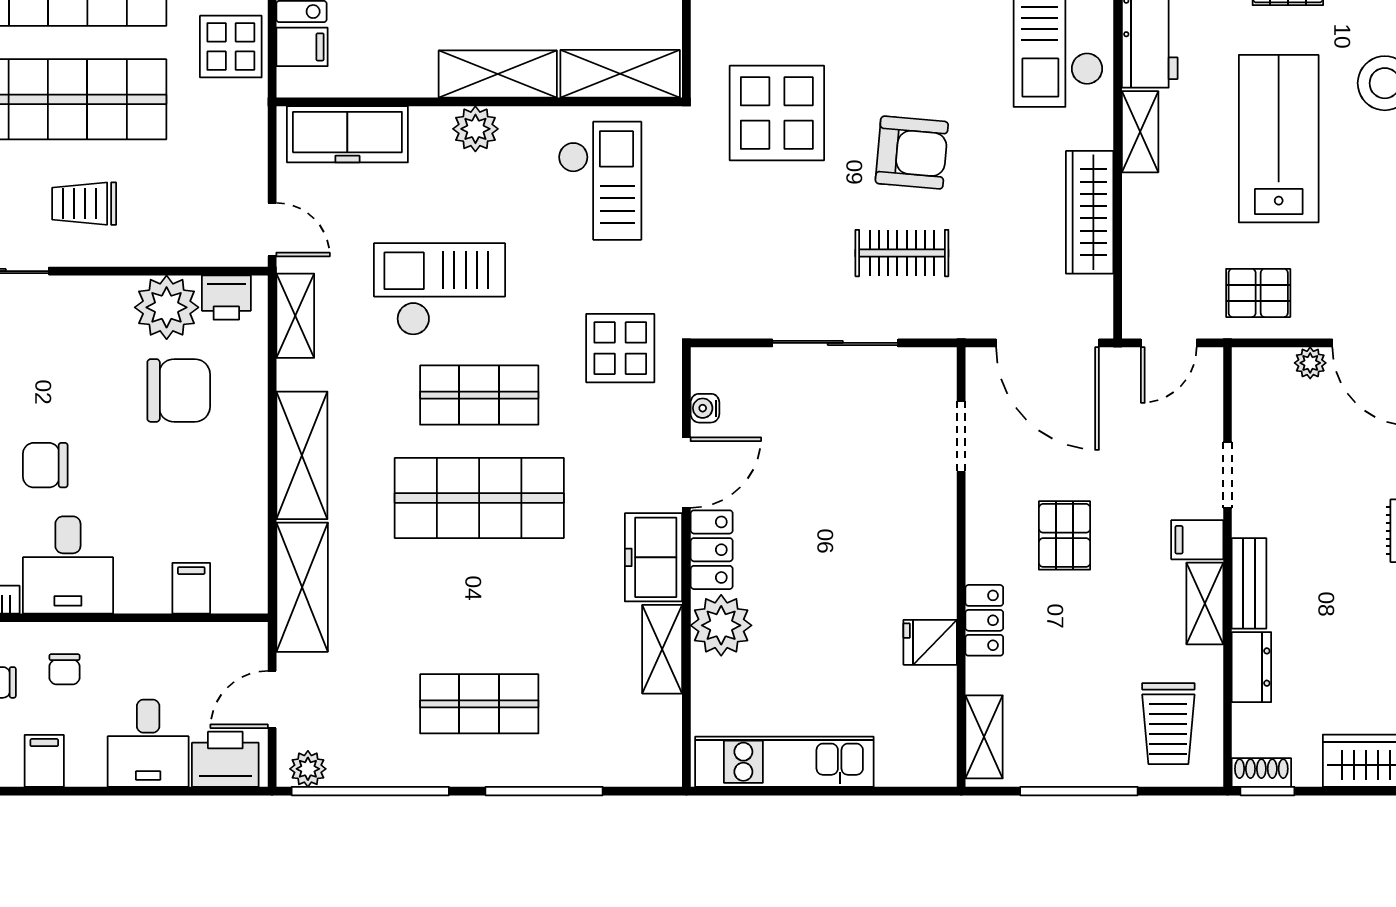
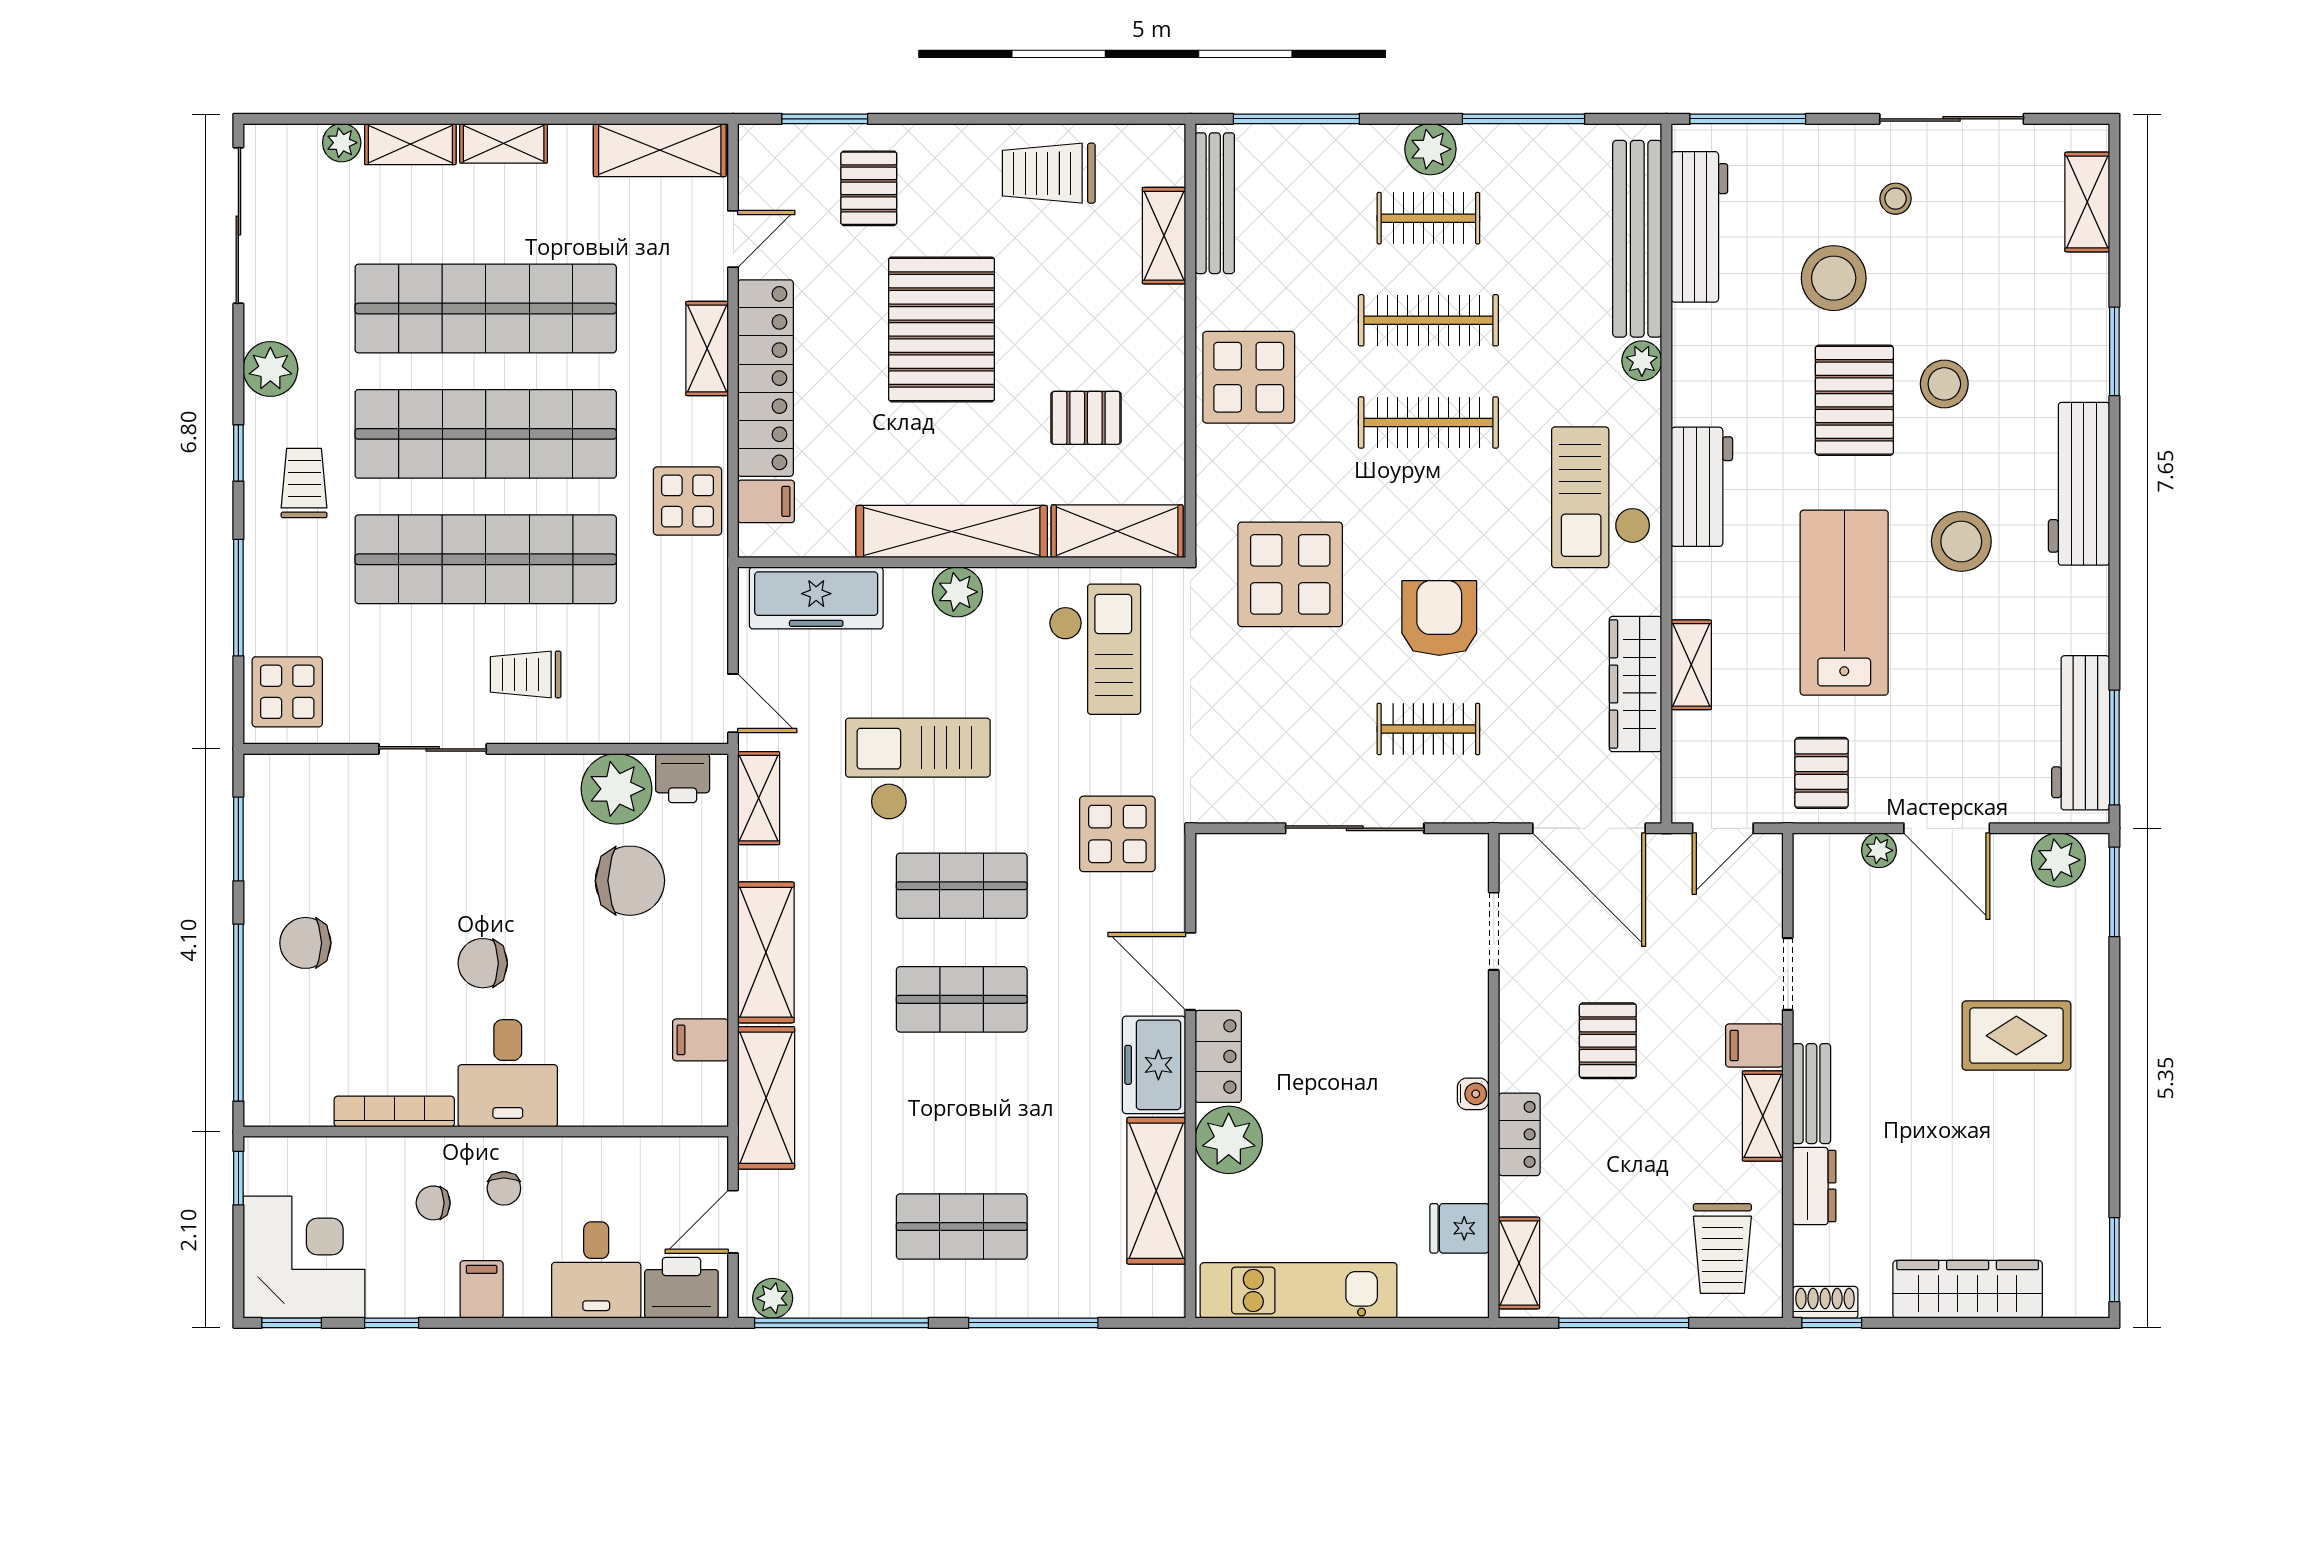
shelving: (498, 74) -> (952, 531), width x1.47
shelving: (1140, 132) -> (1691, 665), moved
armchair: (912, 153) -> (1439, 618), turned -95
pallet: (1258, 293) -> (1822, 773), turned 90
water cooler: (705, 408) -> (1473, 1094), moved, turned 180
door: (686, 473) -> (1190, 971), swing flipped
shop shelf: (479, 498) -> (962, 999), width x0.70, depth x0.74
filing cabinet: (191, 588) -> (700, 1040), moved, turned -90
fridge: (930, 642) -> (1459, 1228), moved
shelving: (662, 649) -> (1156, 1191), width x1.50, depth x1.33

